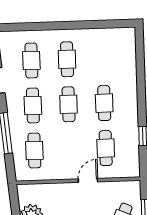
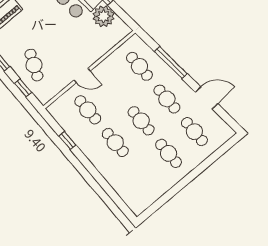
door: (88, 180) -> (82, 76), hinge flipped

